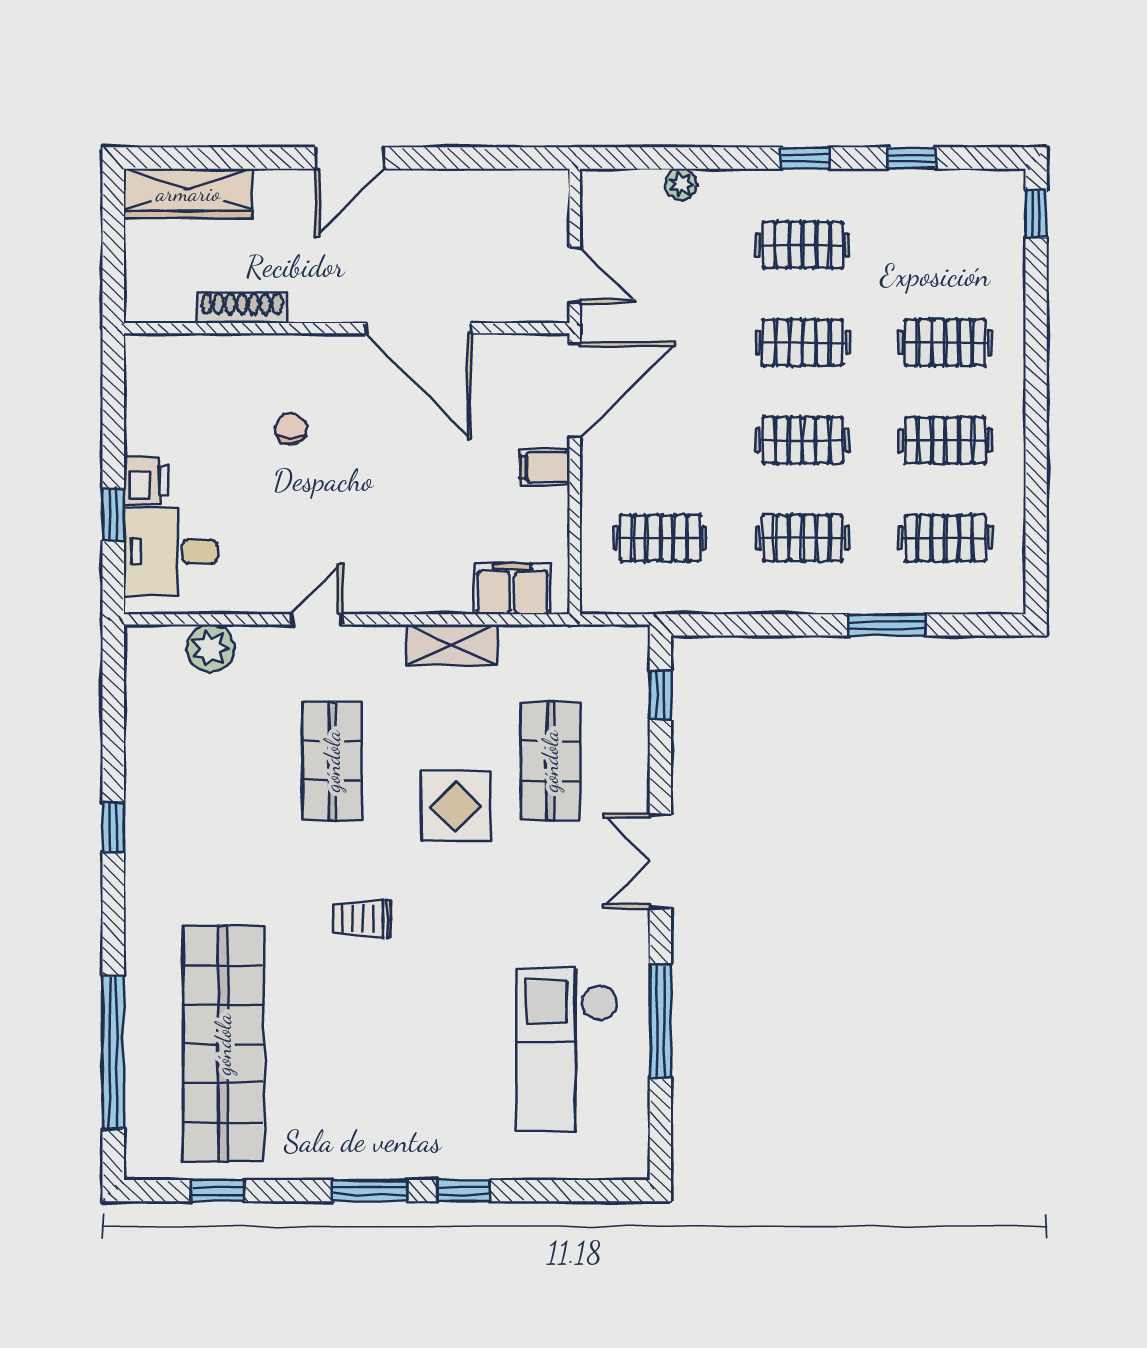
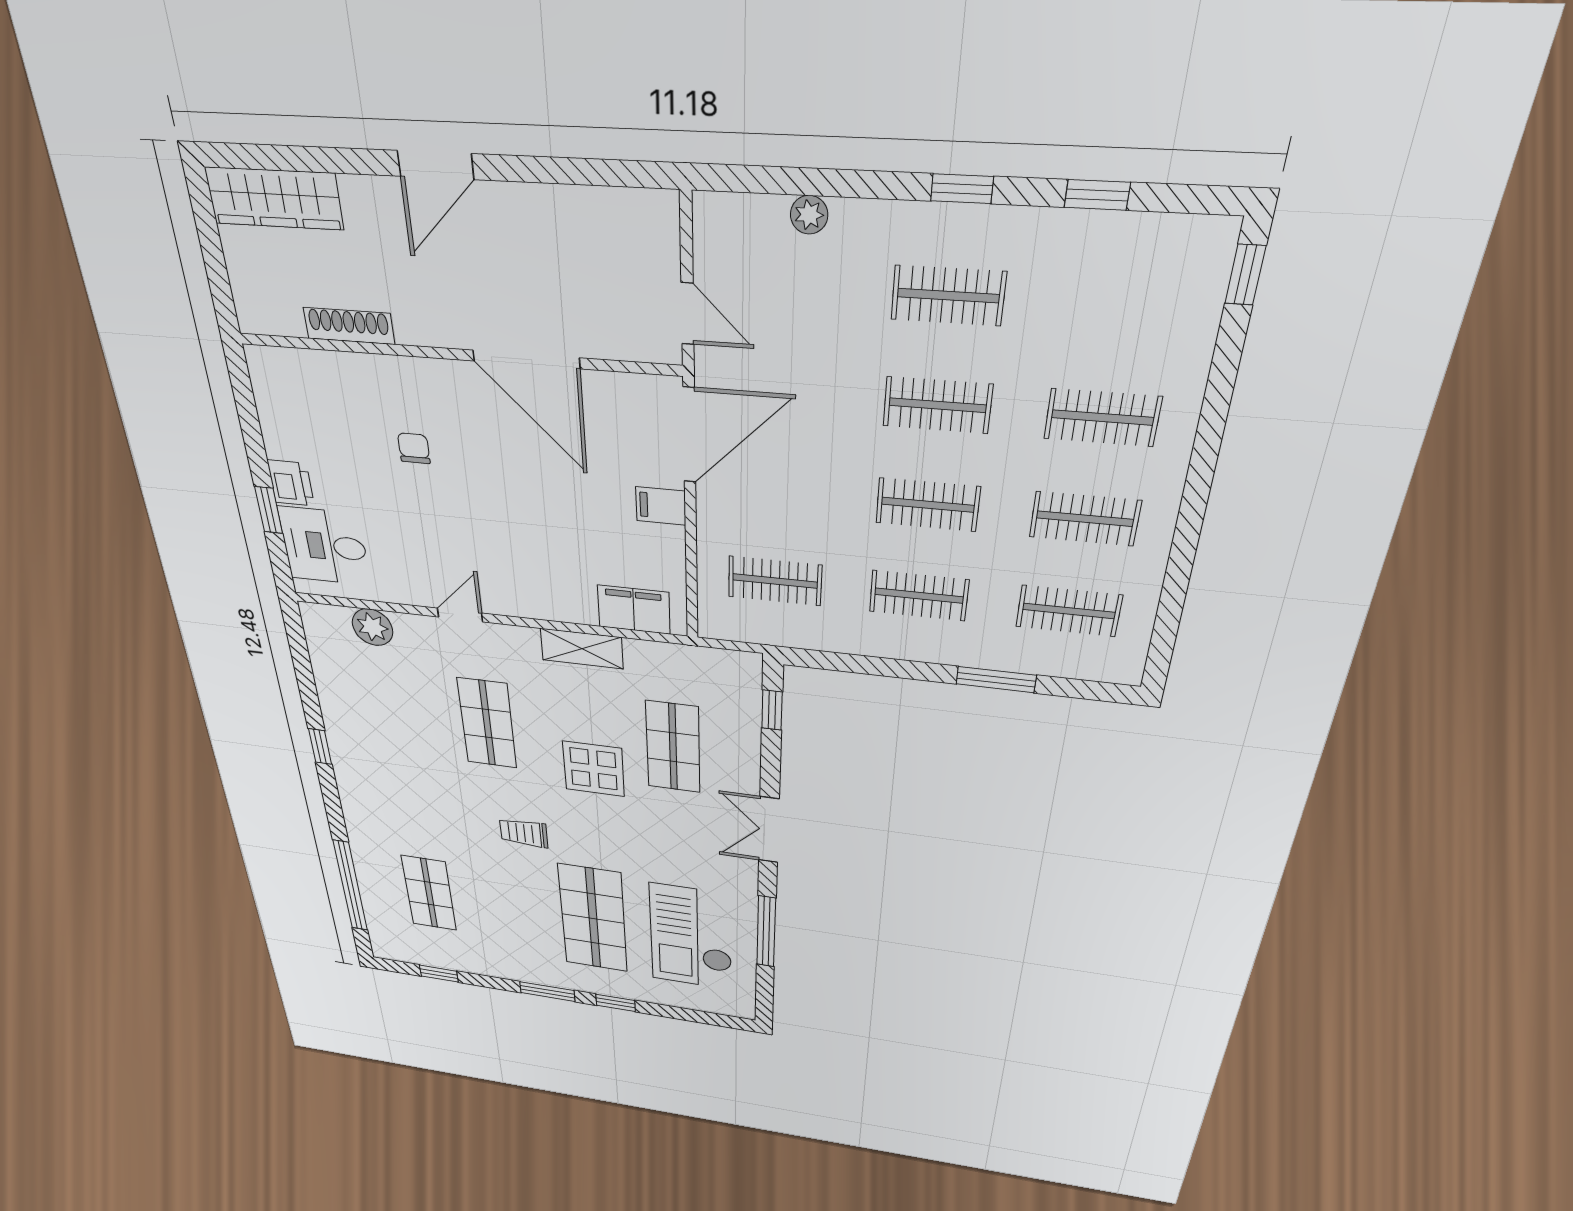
shop shelf: (223, 1044) -> (429, 893), width x0.50, depth x0.74
shop shelf: (441, 1044) -> (593, 918), added

